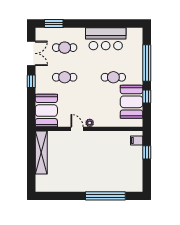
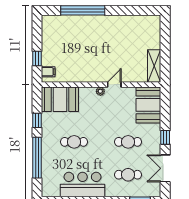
booth: (132, 102) -> (60, 99), moved, turned 90
door: (77, 129) -> (114, 85), swing flipped
shelving: (41, 153) -> (154, 66), width x0.68

